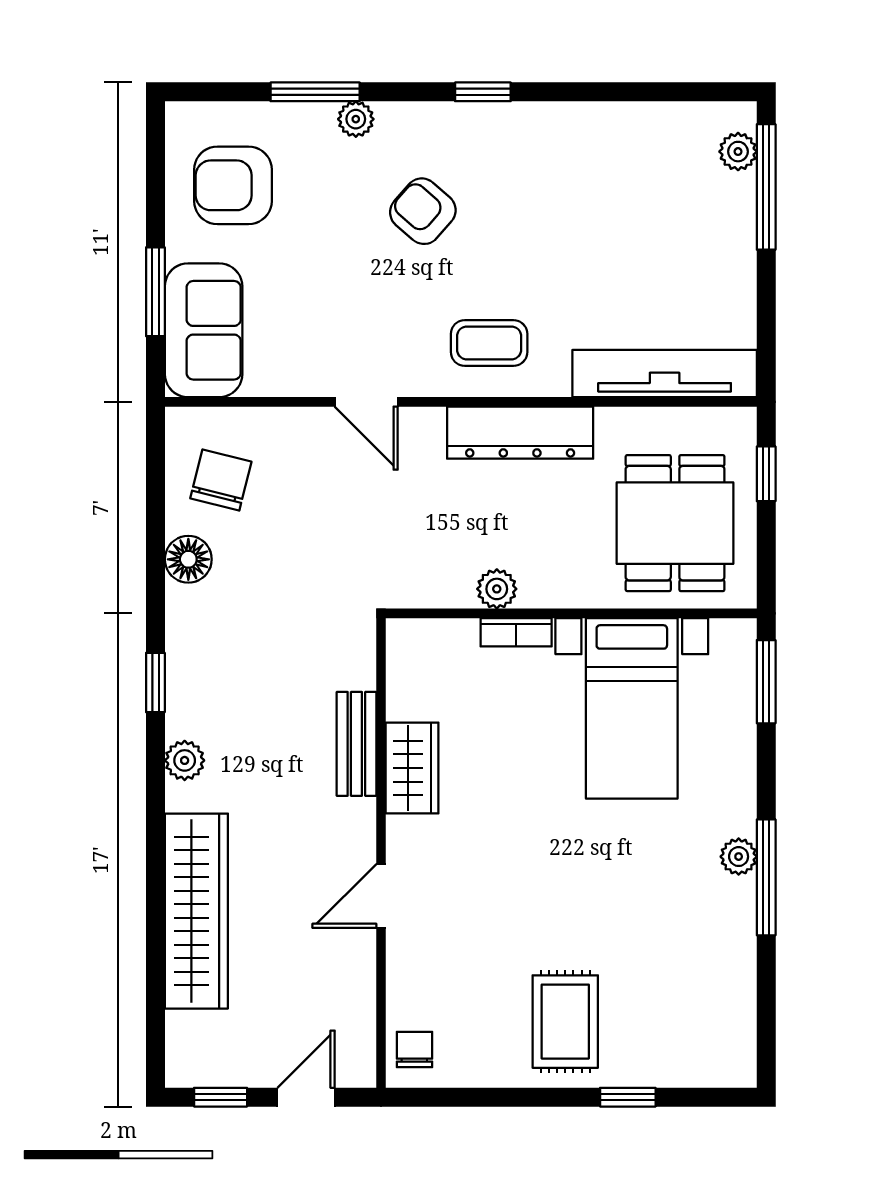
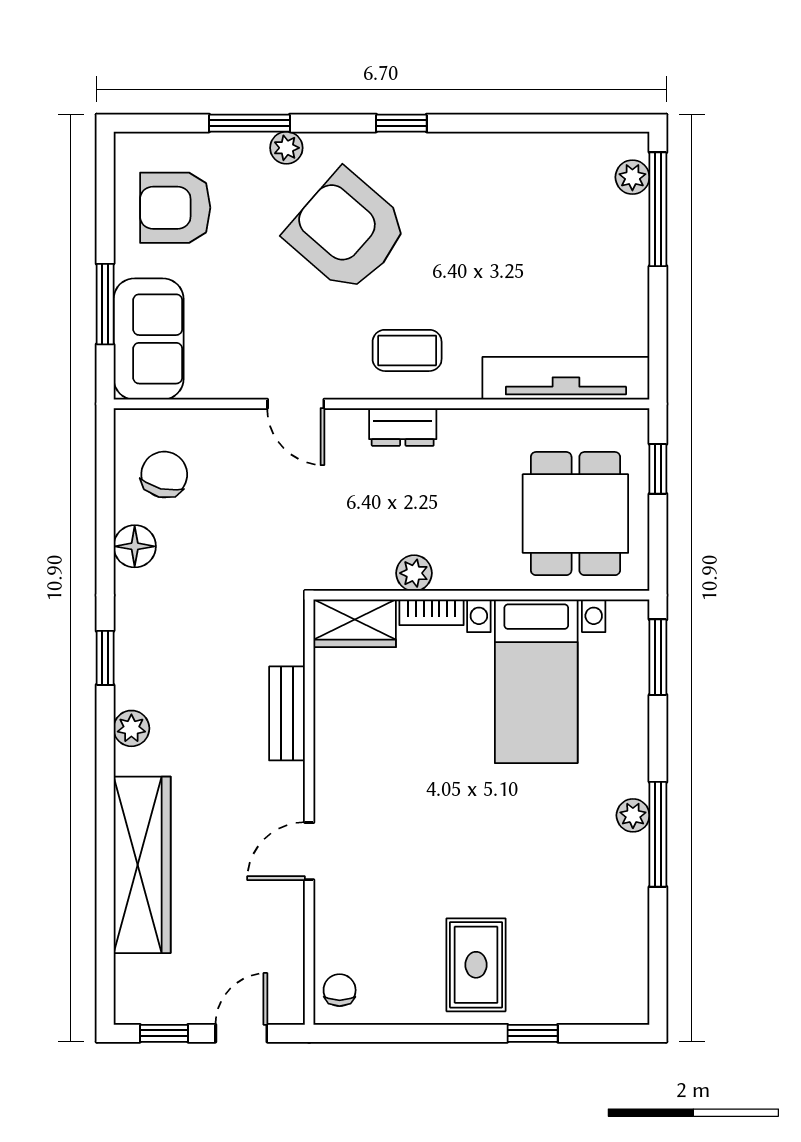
armchair: (423, 211) -> (347, 231), width x1.88, depth x1.88
dresser: (520, 433) -> (403, 427), width x0.51, depth x0.80
wardrobe: (412, 768) -> (355, 623), moved, turned 90

